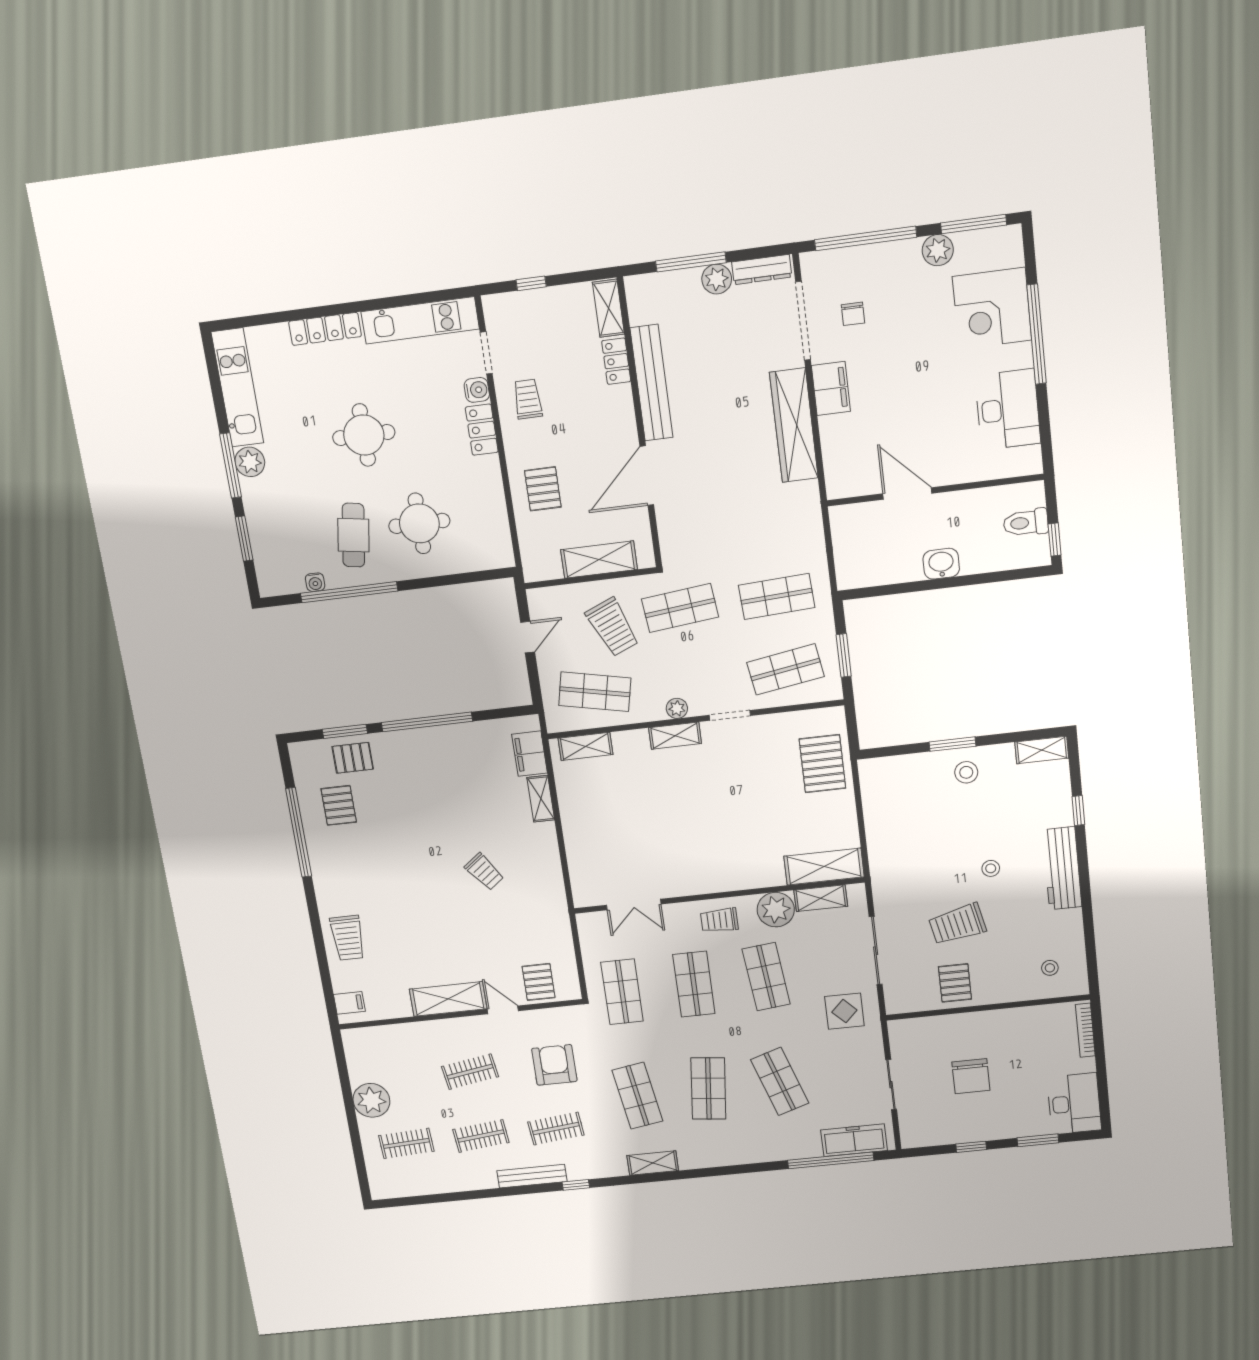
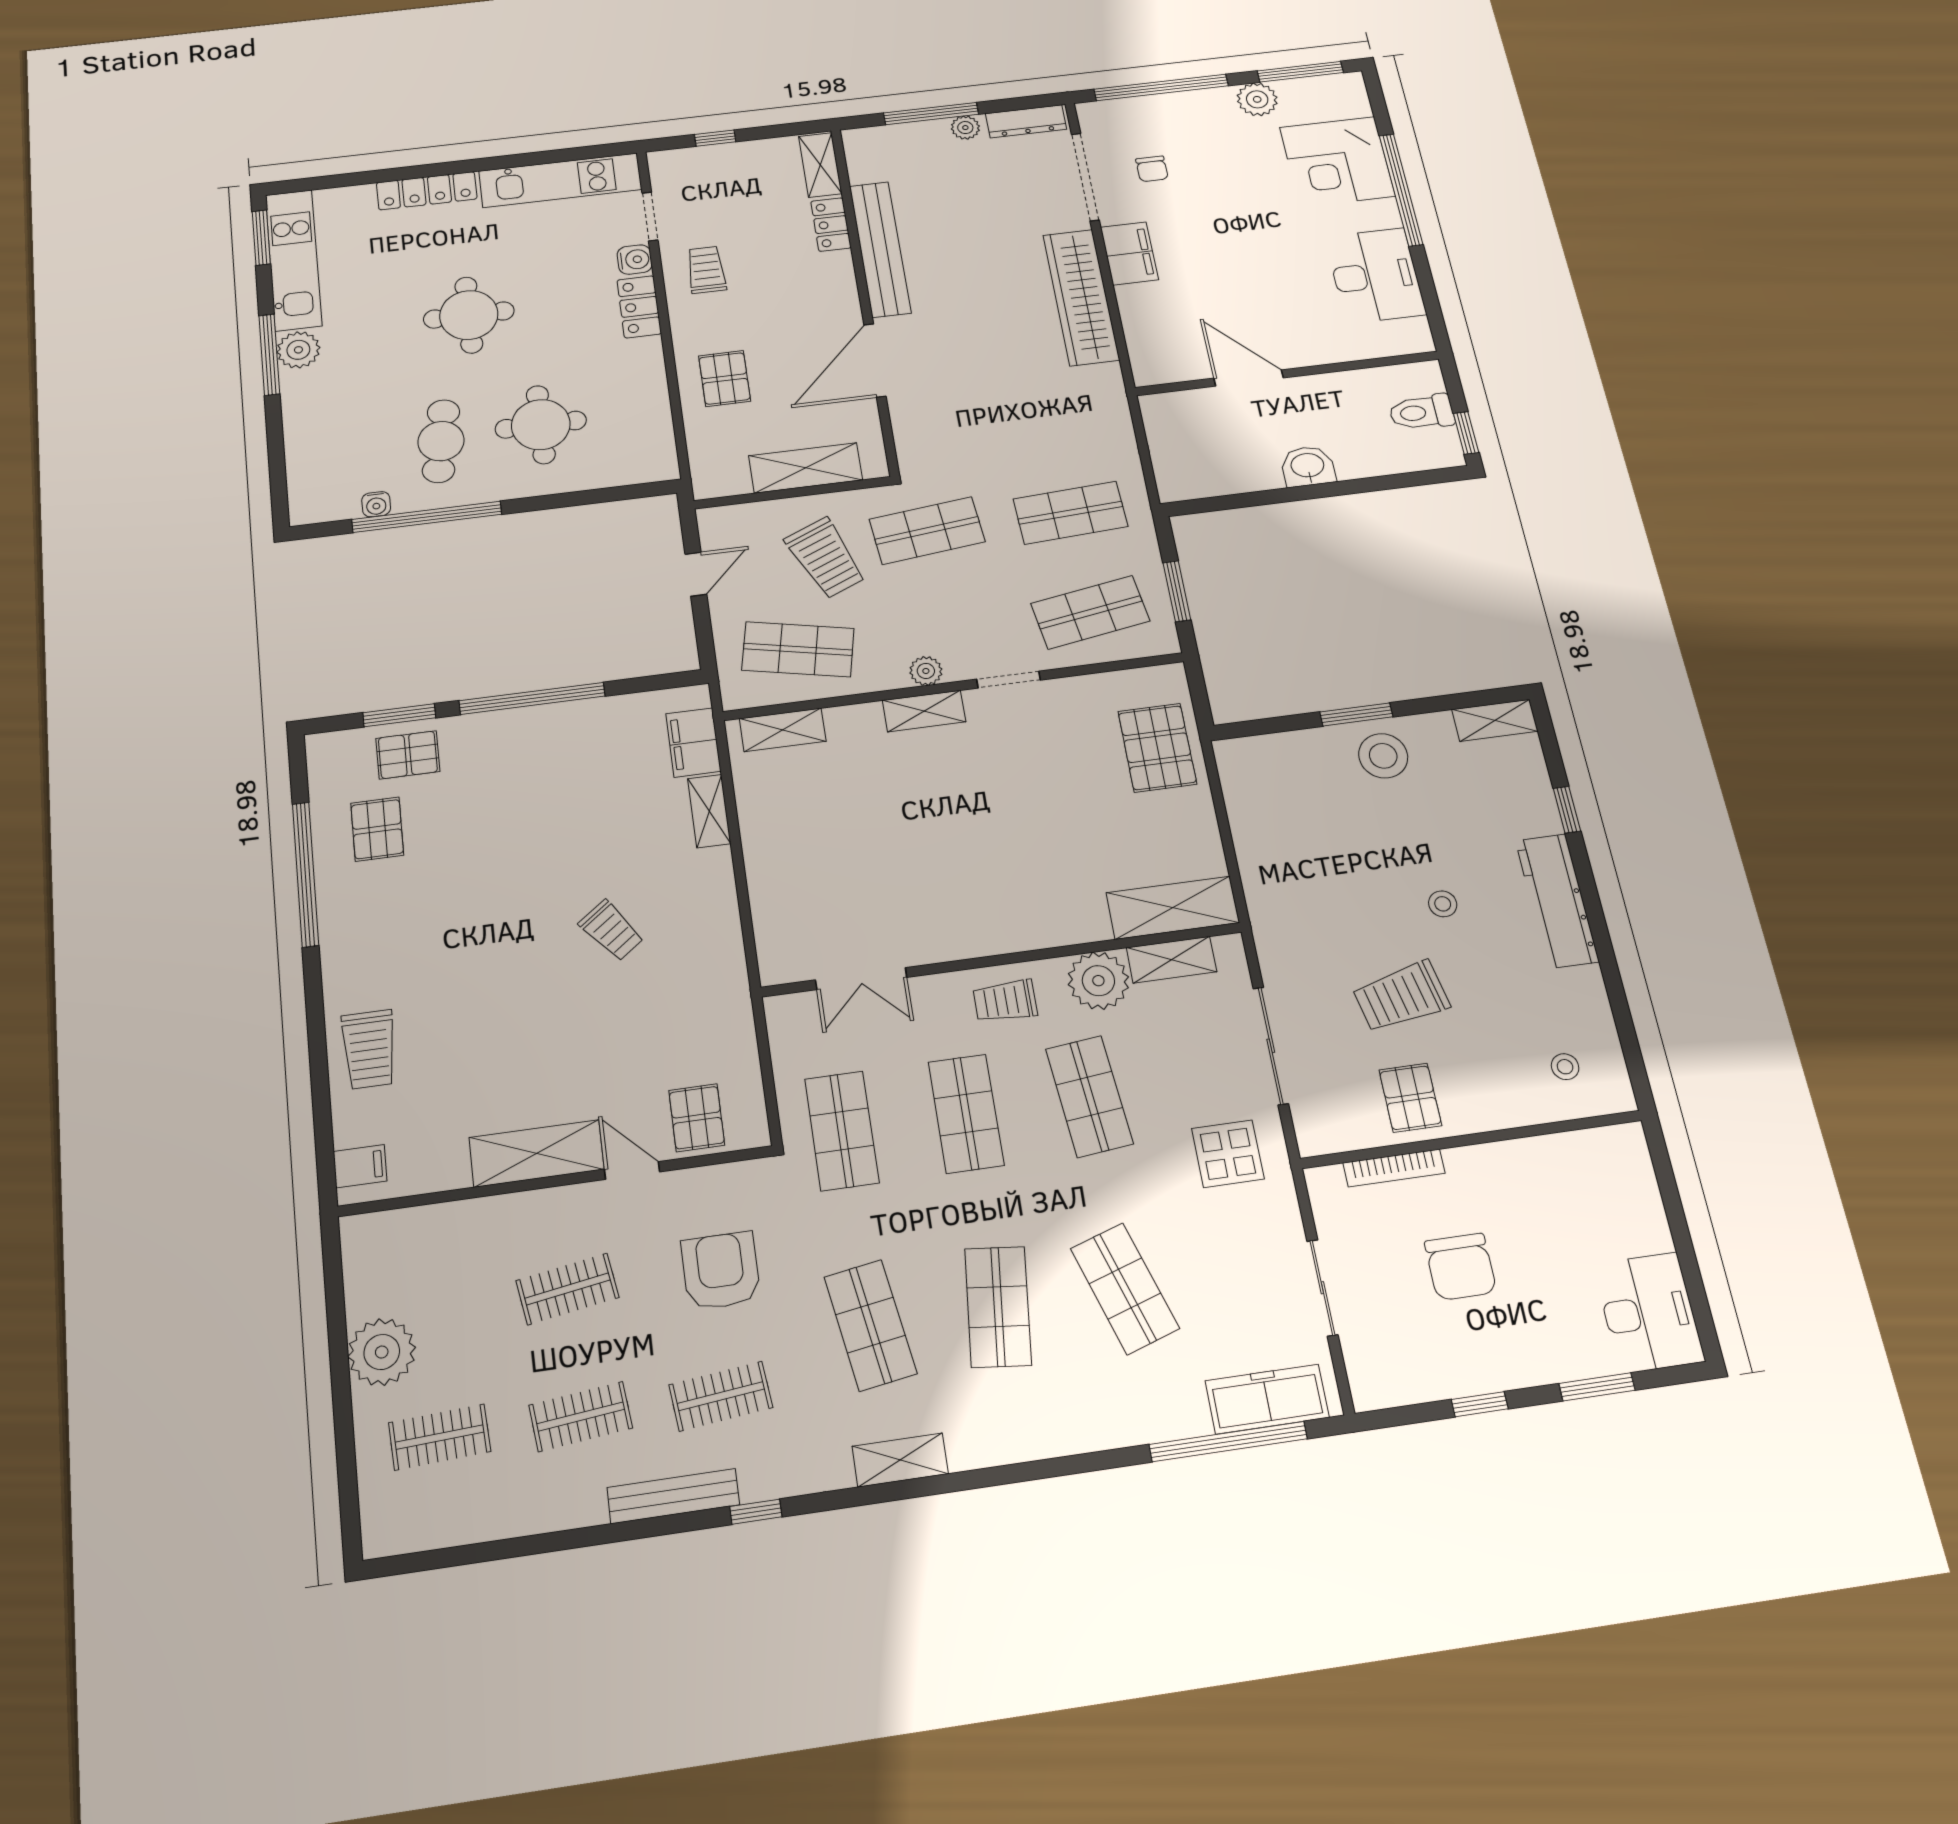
plant: (717, 279) -> (965, 128), width x0.73, depth x0.73
window: (244, 539) -> (261, 238), moved
stool: (966, 772) -> (1383, 756), width x1.38, depth x1.38
bookcase: (1085, 1030) -> (1394, 1168), moved, turned -90

